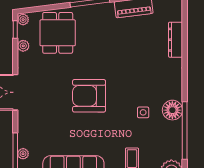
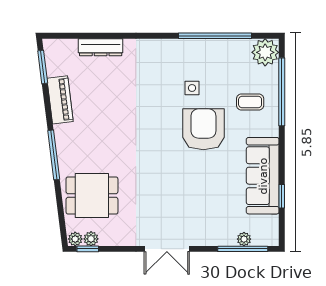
plant: (23, 46) -> (91, 239), moved
armchair: (89, 96) -> (203, 129), moved, turned 180
floor lamp: (172, 110) -> (189, 51), removed

